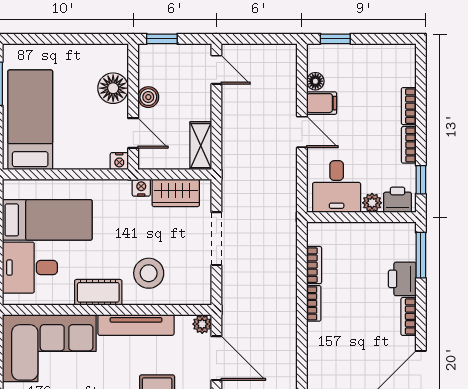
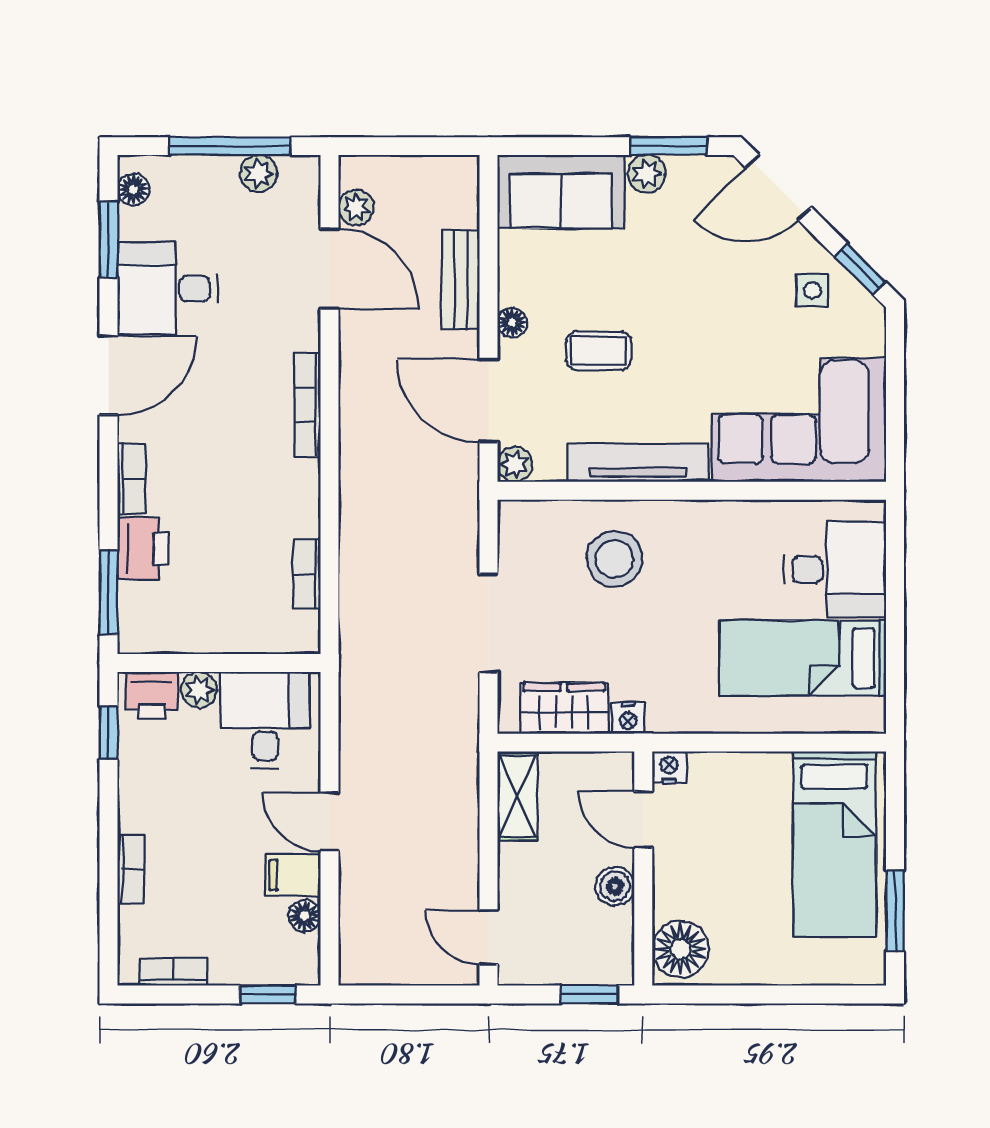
floor lamp: (113, 88) -> (680, 949), moved
bookcase: (409, 145) -> (173, 972), moved, turned -90
cot: (98, 292) -> (708, 523), removed
bookcase: (314, 303) -> (307, 404), moved, width x1.56

